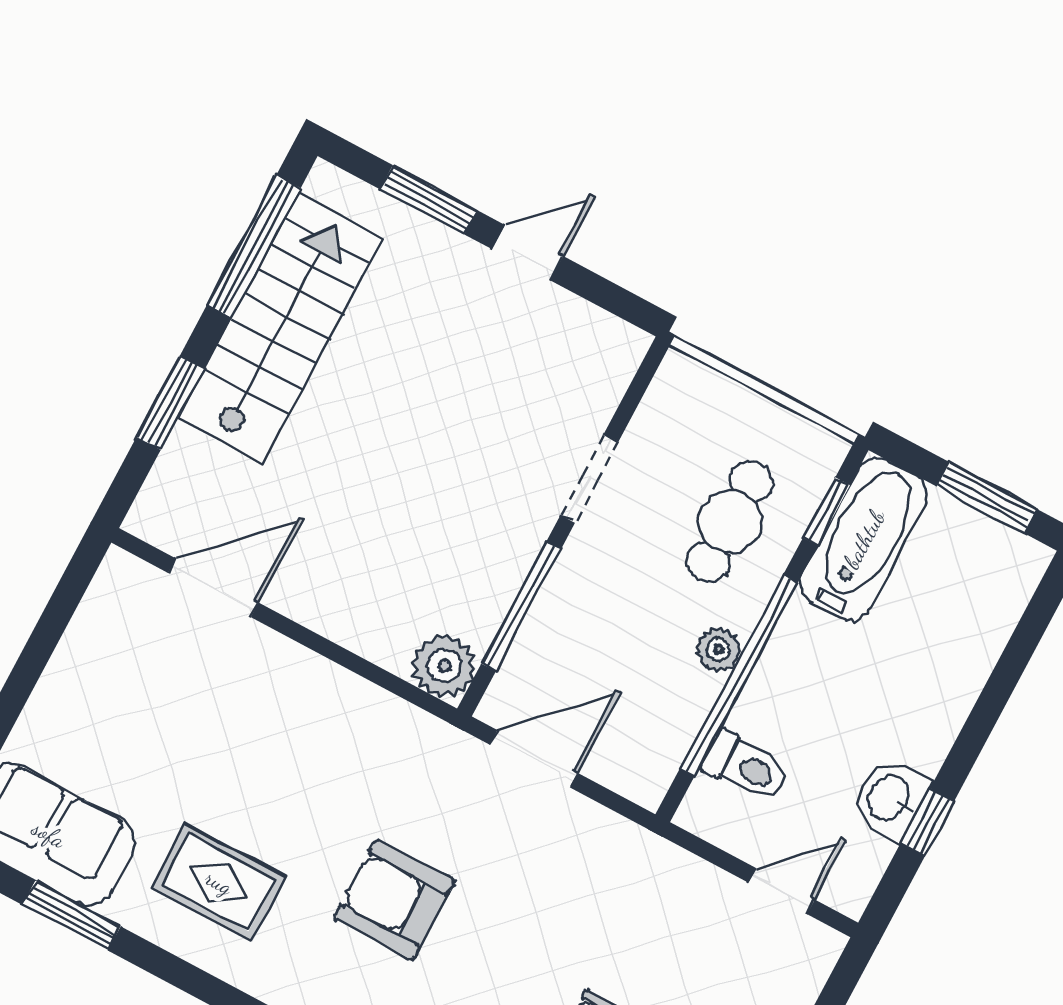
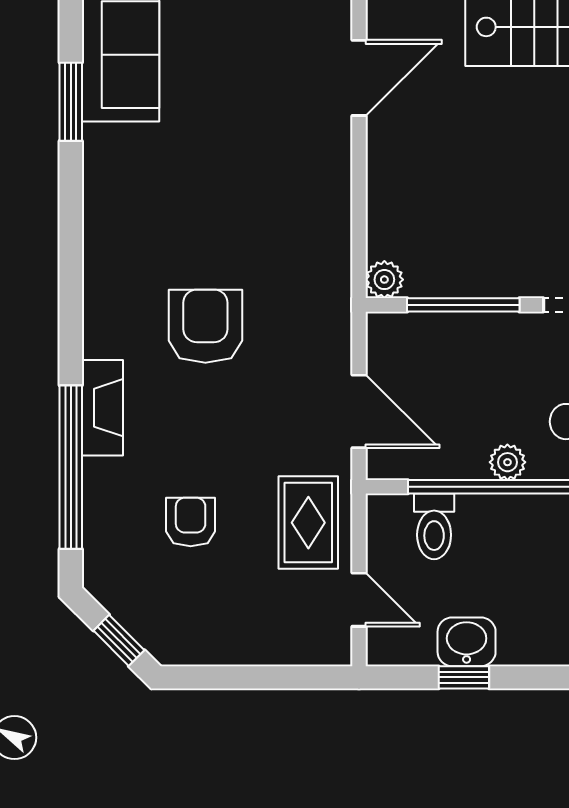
door: (213, 588) -> (359, 78), hinge flipped
plant: (444, 666) -> (384, 280), width x0.73, depth x0.73
door: (534, 759) -> (359, 411), moved
rug: (219, 882) -> (308, 523), moved

